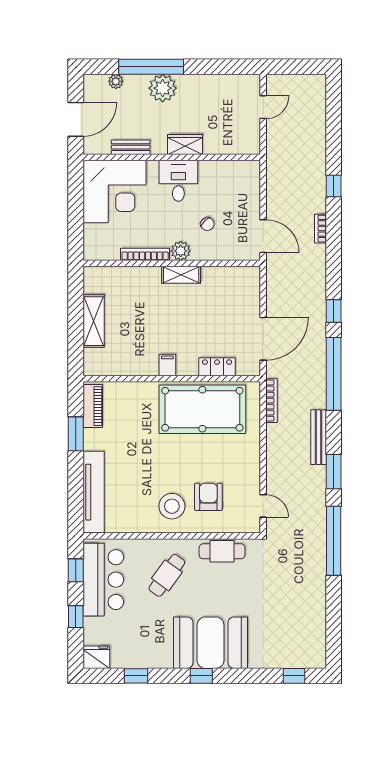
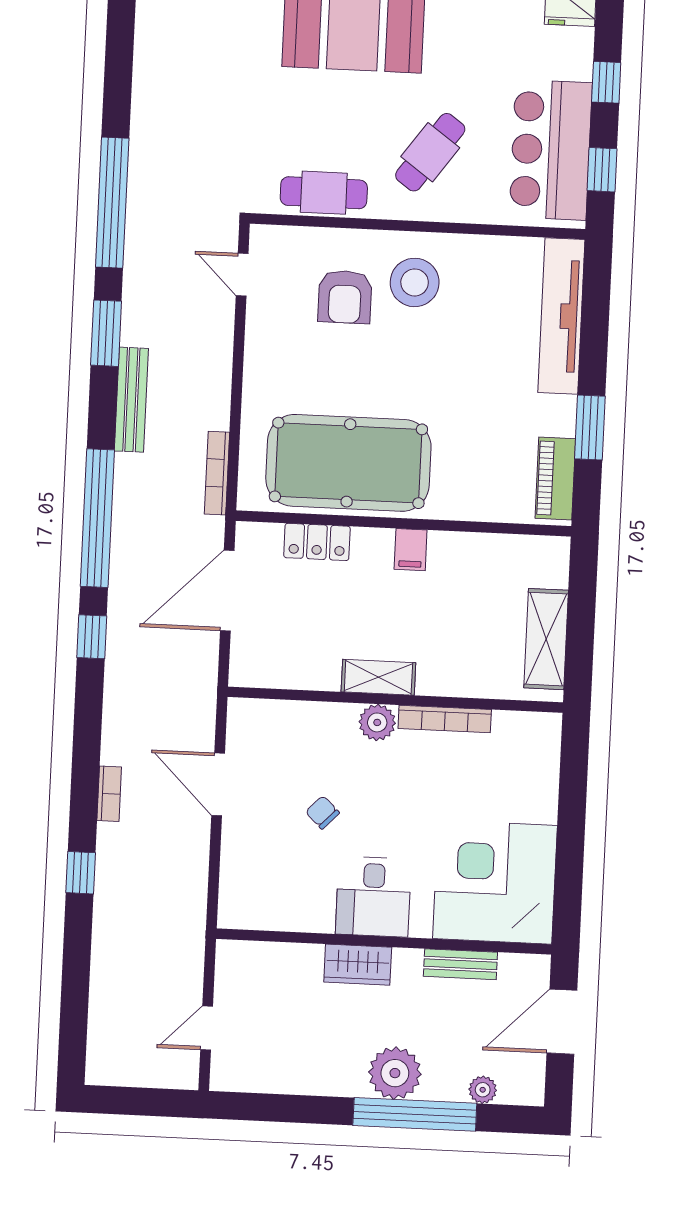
plant: (181, 251) -> (377, 722), moved
bookcase: (145, 254) -> (445, 719), moved
wall: (172, 263) -> (395, 700), moved
shelving: (181, 275) -> (378, 677), moved

